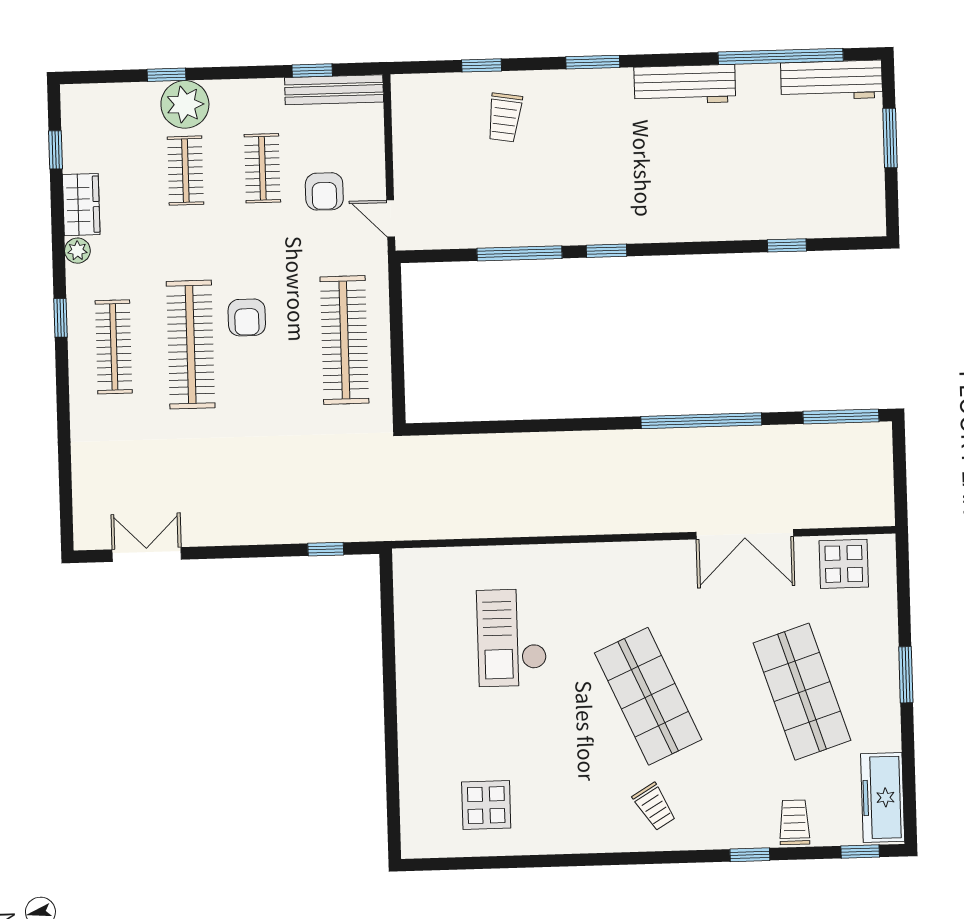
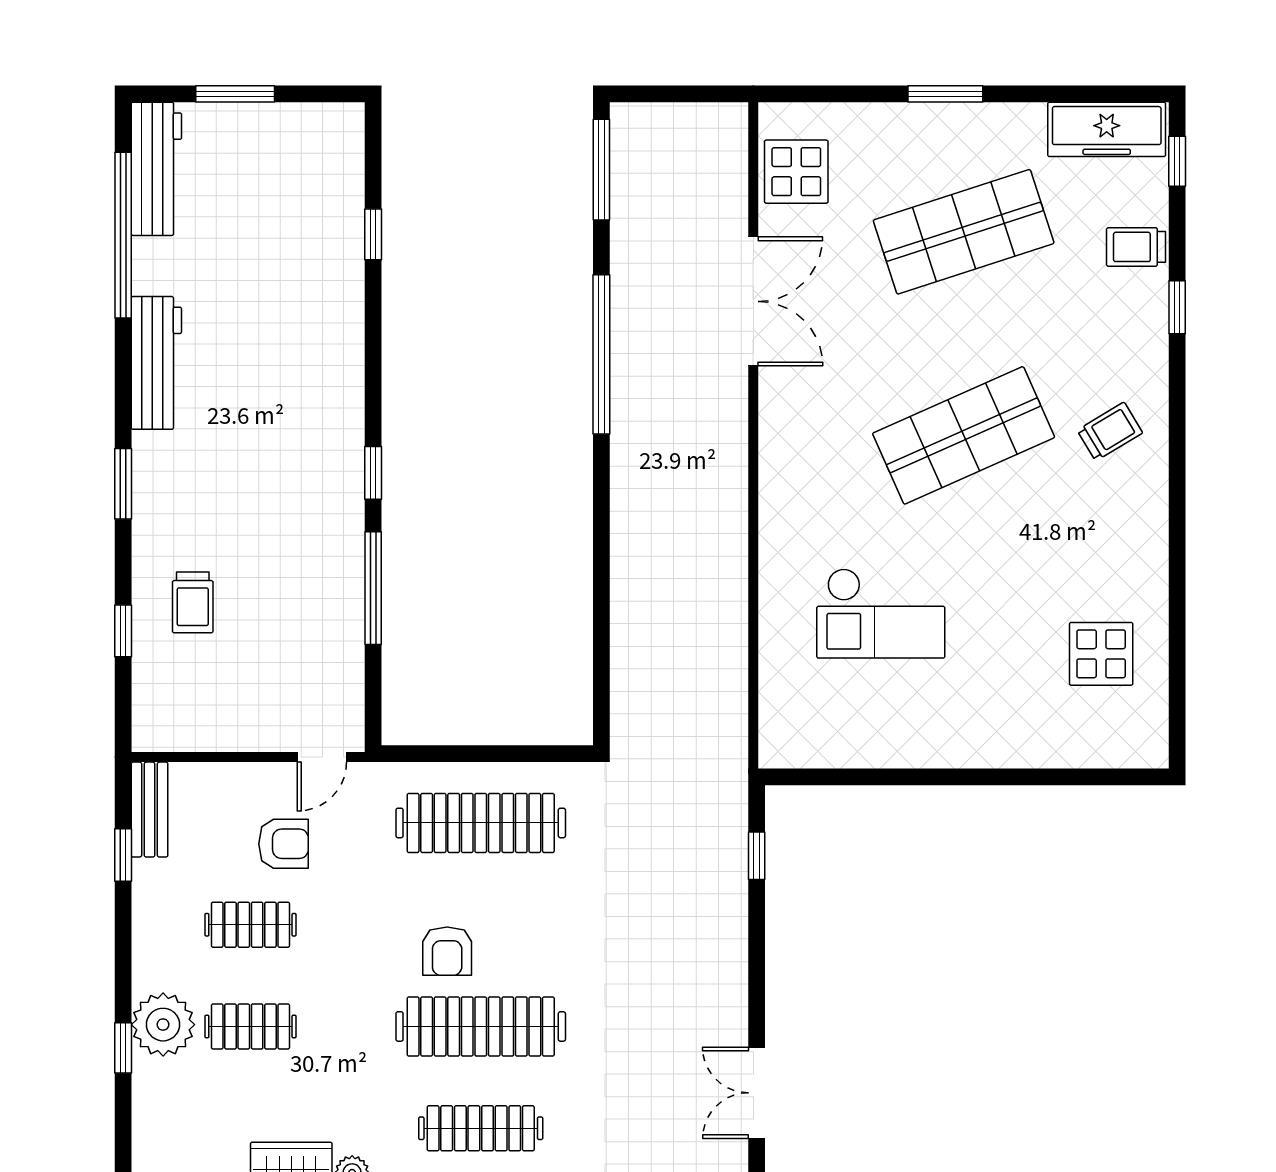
bench: (334, 90) -> (150, 810), width x0.73
trolley: (505, 117) -> (193, 602), turned 81
armchair: (247, 317) -> (447, 951), turned 90

